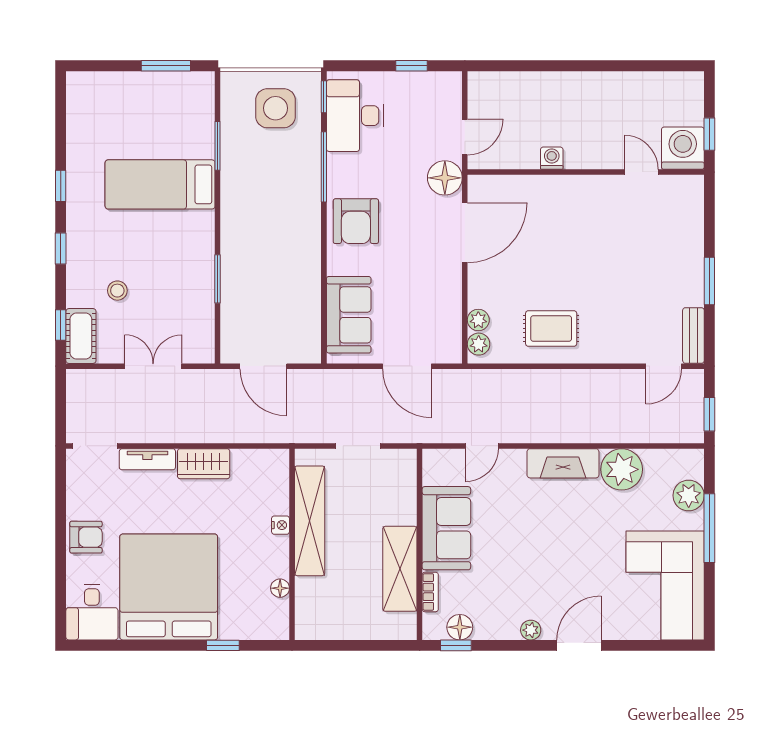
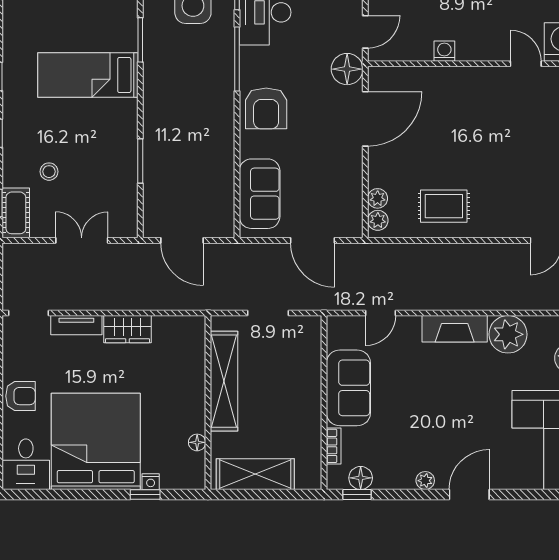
nightstand: (280, 525) -> (151, 482), moved, turned 90
shelving: (400, 569) -> (255, 474), moved, turned 90

